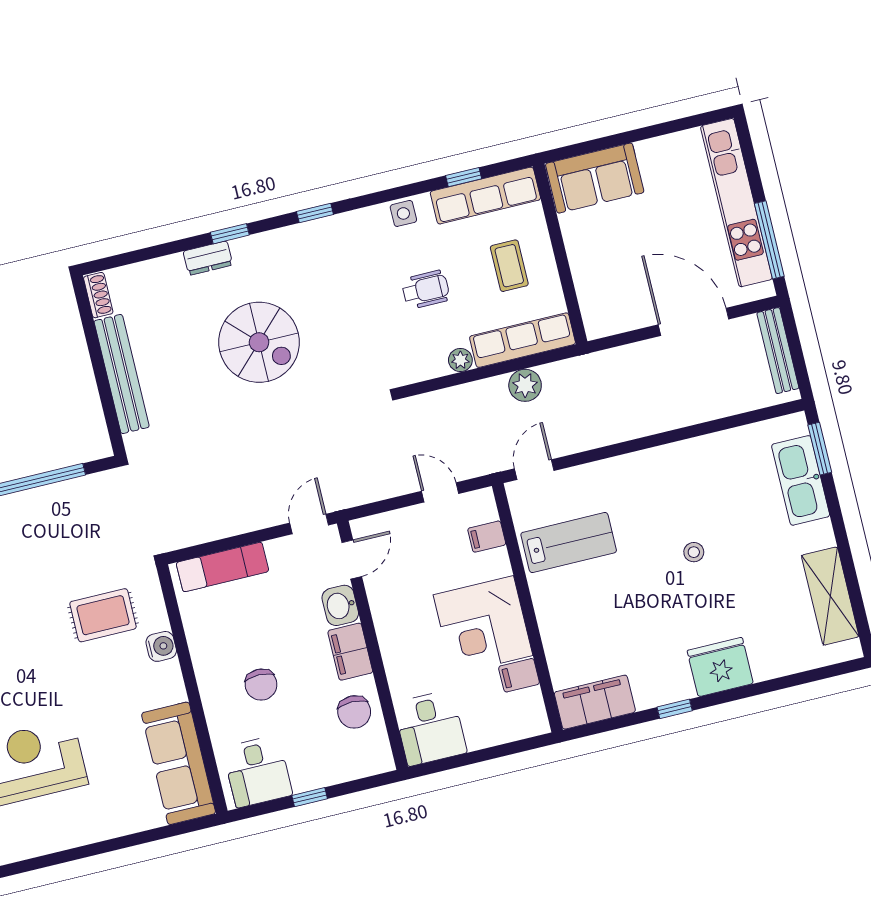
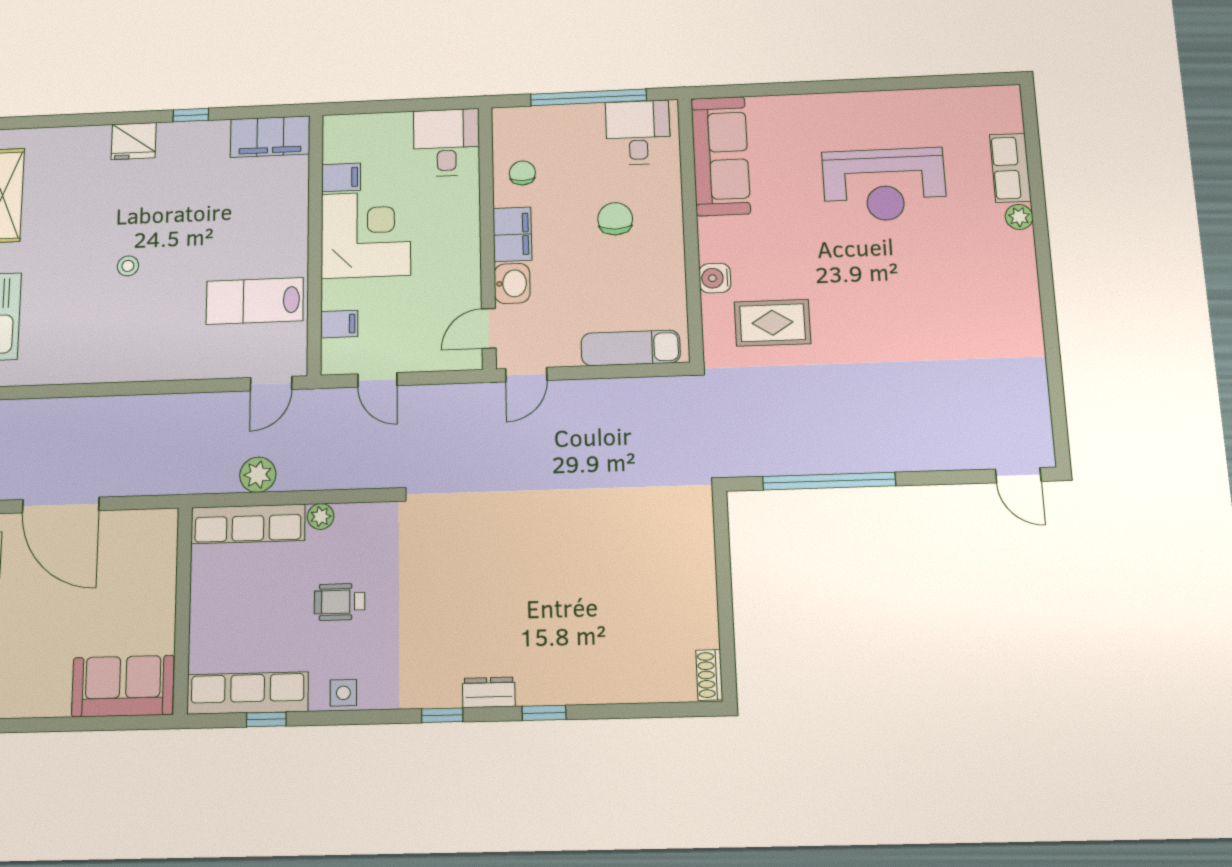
dresser: (208, 258) -> (489, 692), moved
coffee table: (509, 266) -> (241, 609), removed
spiral stairs: (259, 342) -> (538, 583), removed
bench: (122, 374) -> (700, 580), removed
fridge: (720, 667) -> (134, 141), width x0.73, depth x0.75
chair: (354, 712) -> (522, 173), width x0.73, depth x0.73
window: (310, 797) -> (589, 97), width x3.17

